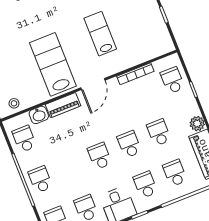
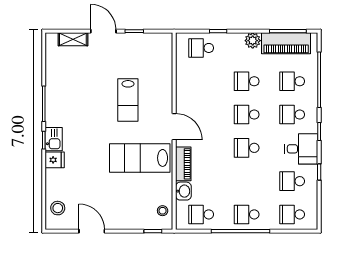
lab bench: (100, 34) -> (128, 100), turned -90
bookcase: (135, 74) -> (181, 81), removed

